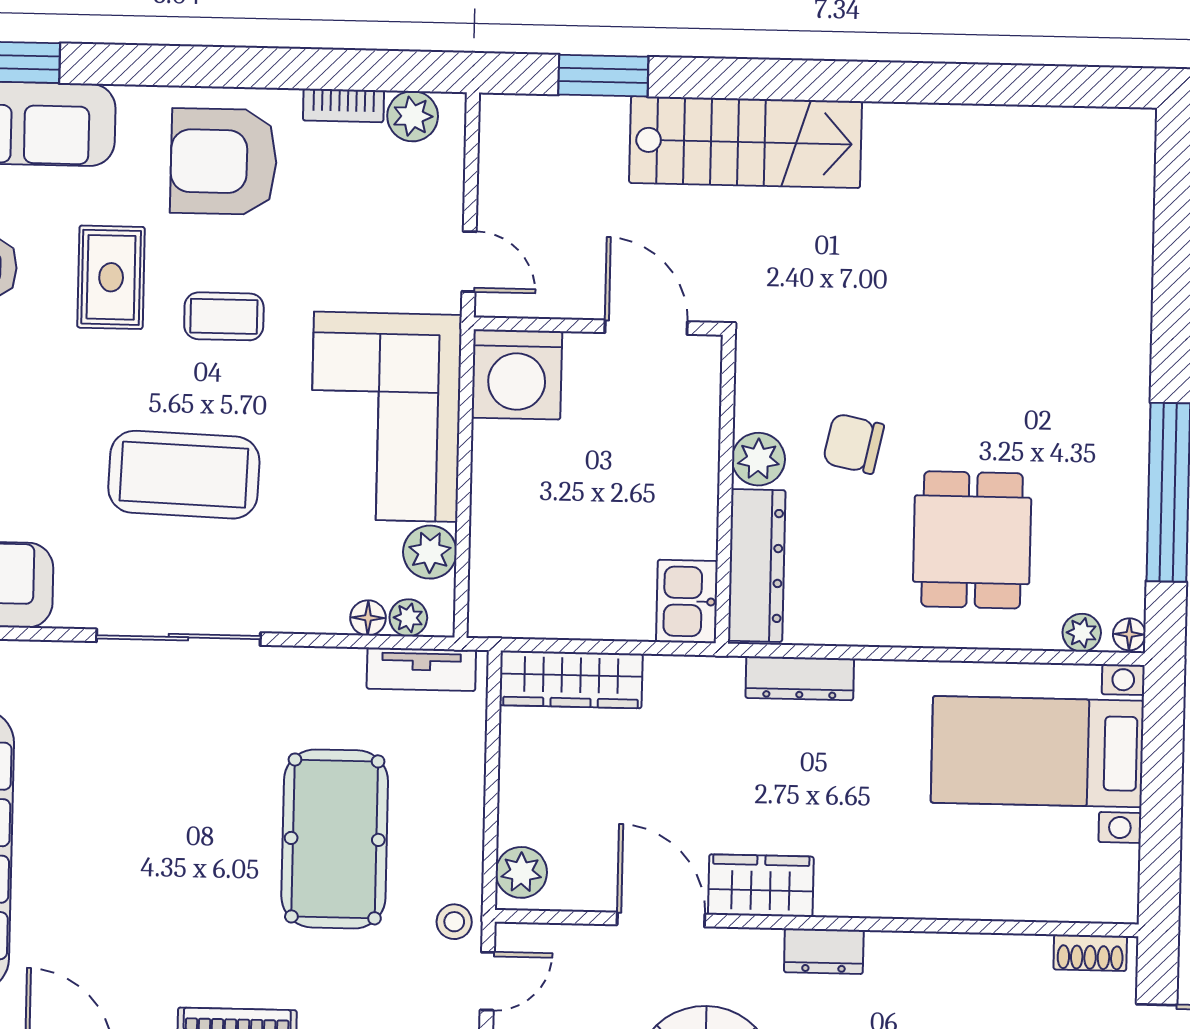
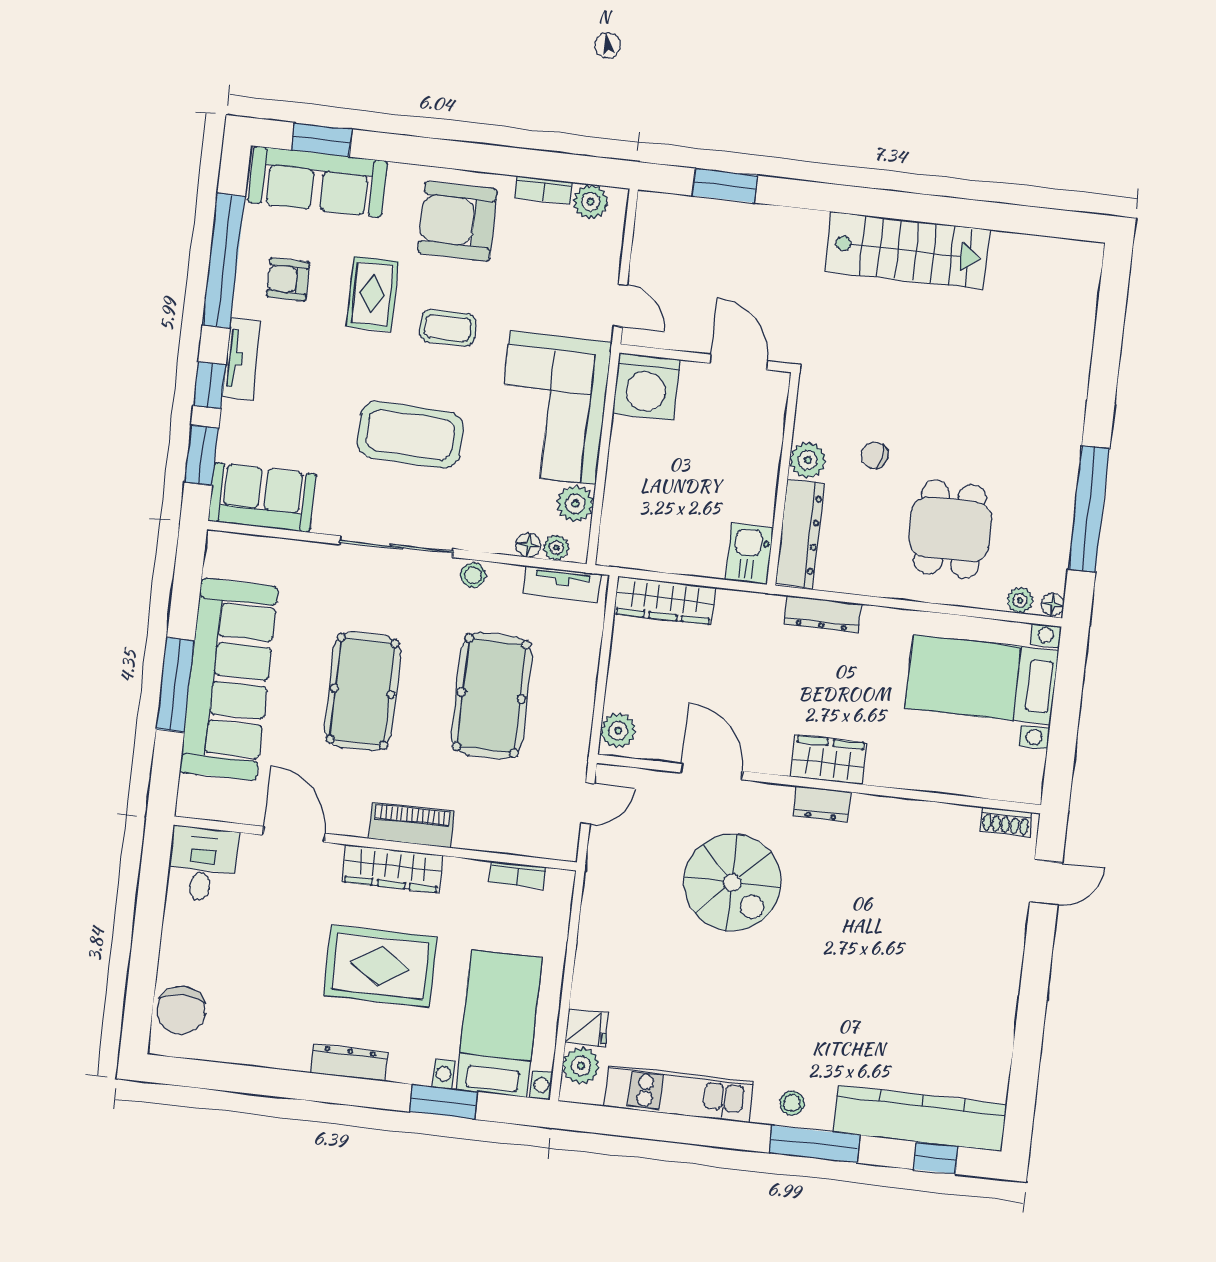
stairs: (745, 142) -> (907, 251), moved
chair: (853, 444) -> (874, 455), width x0.73, depth x0.73
pool table: (149, 850) -> (362, 691), added
wardrobe: (761, 886) -> (829, 760), moved
stool: (454, 922) -> (473, 575), moved

